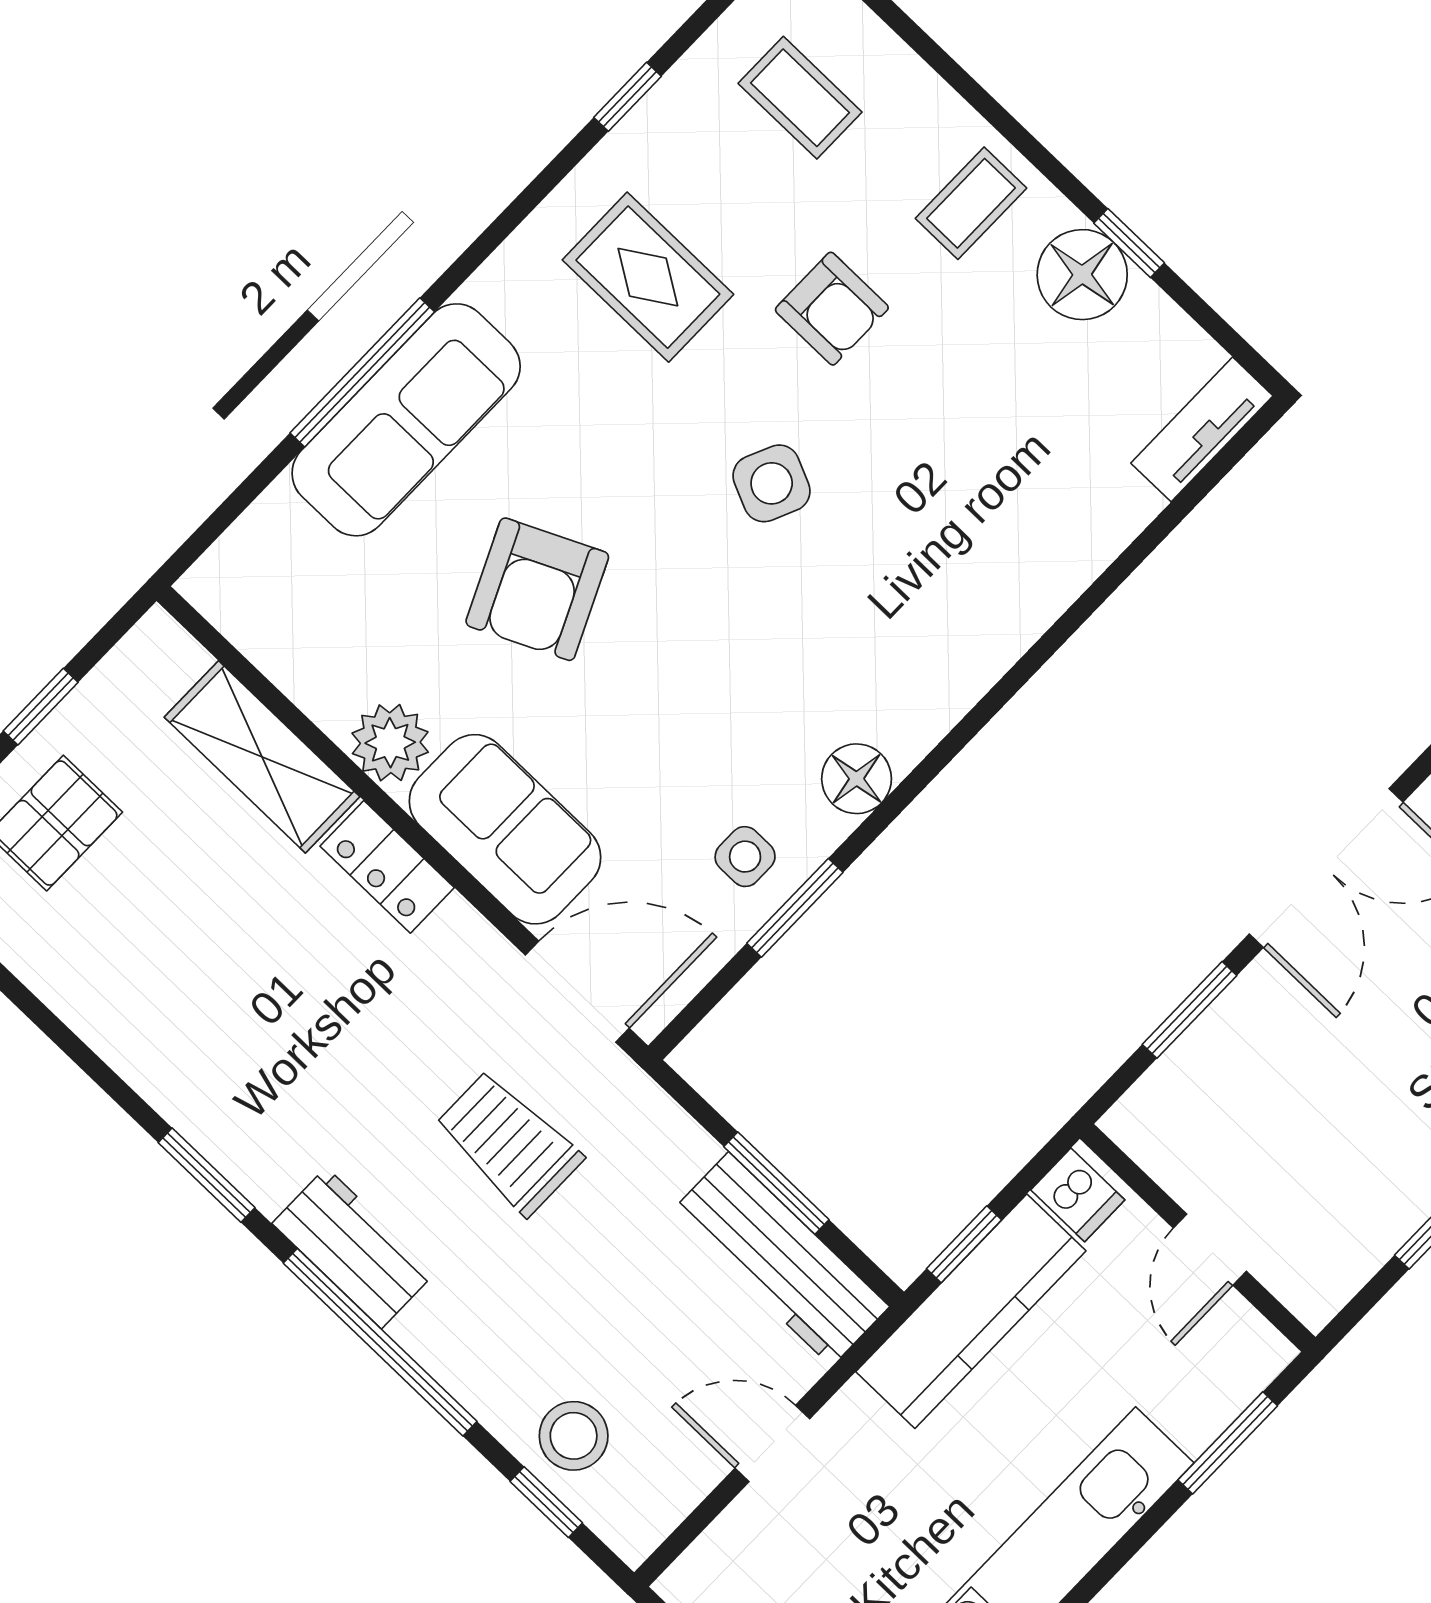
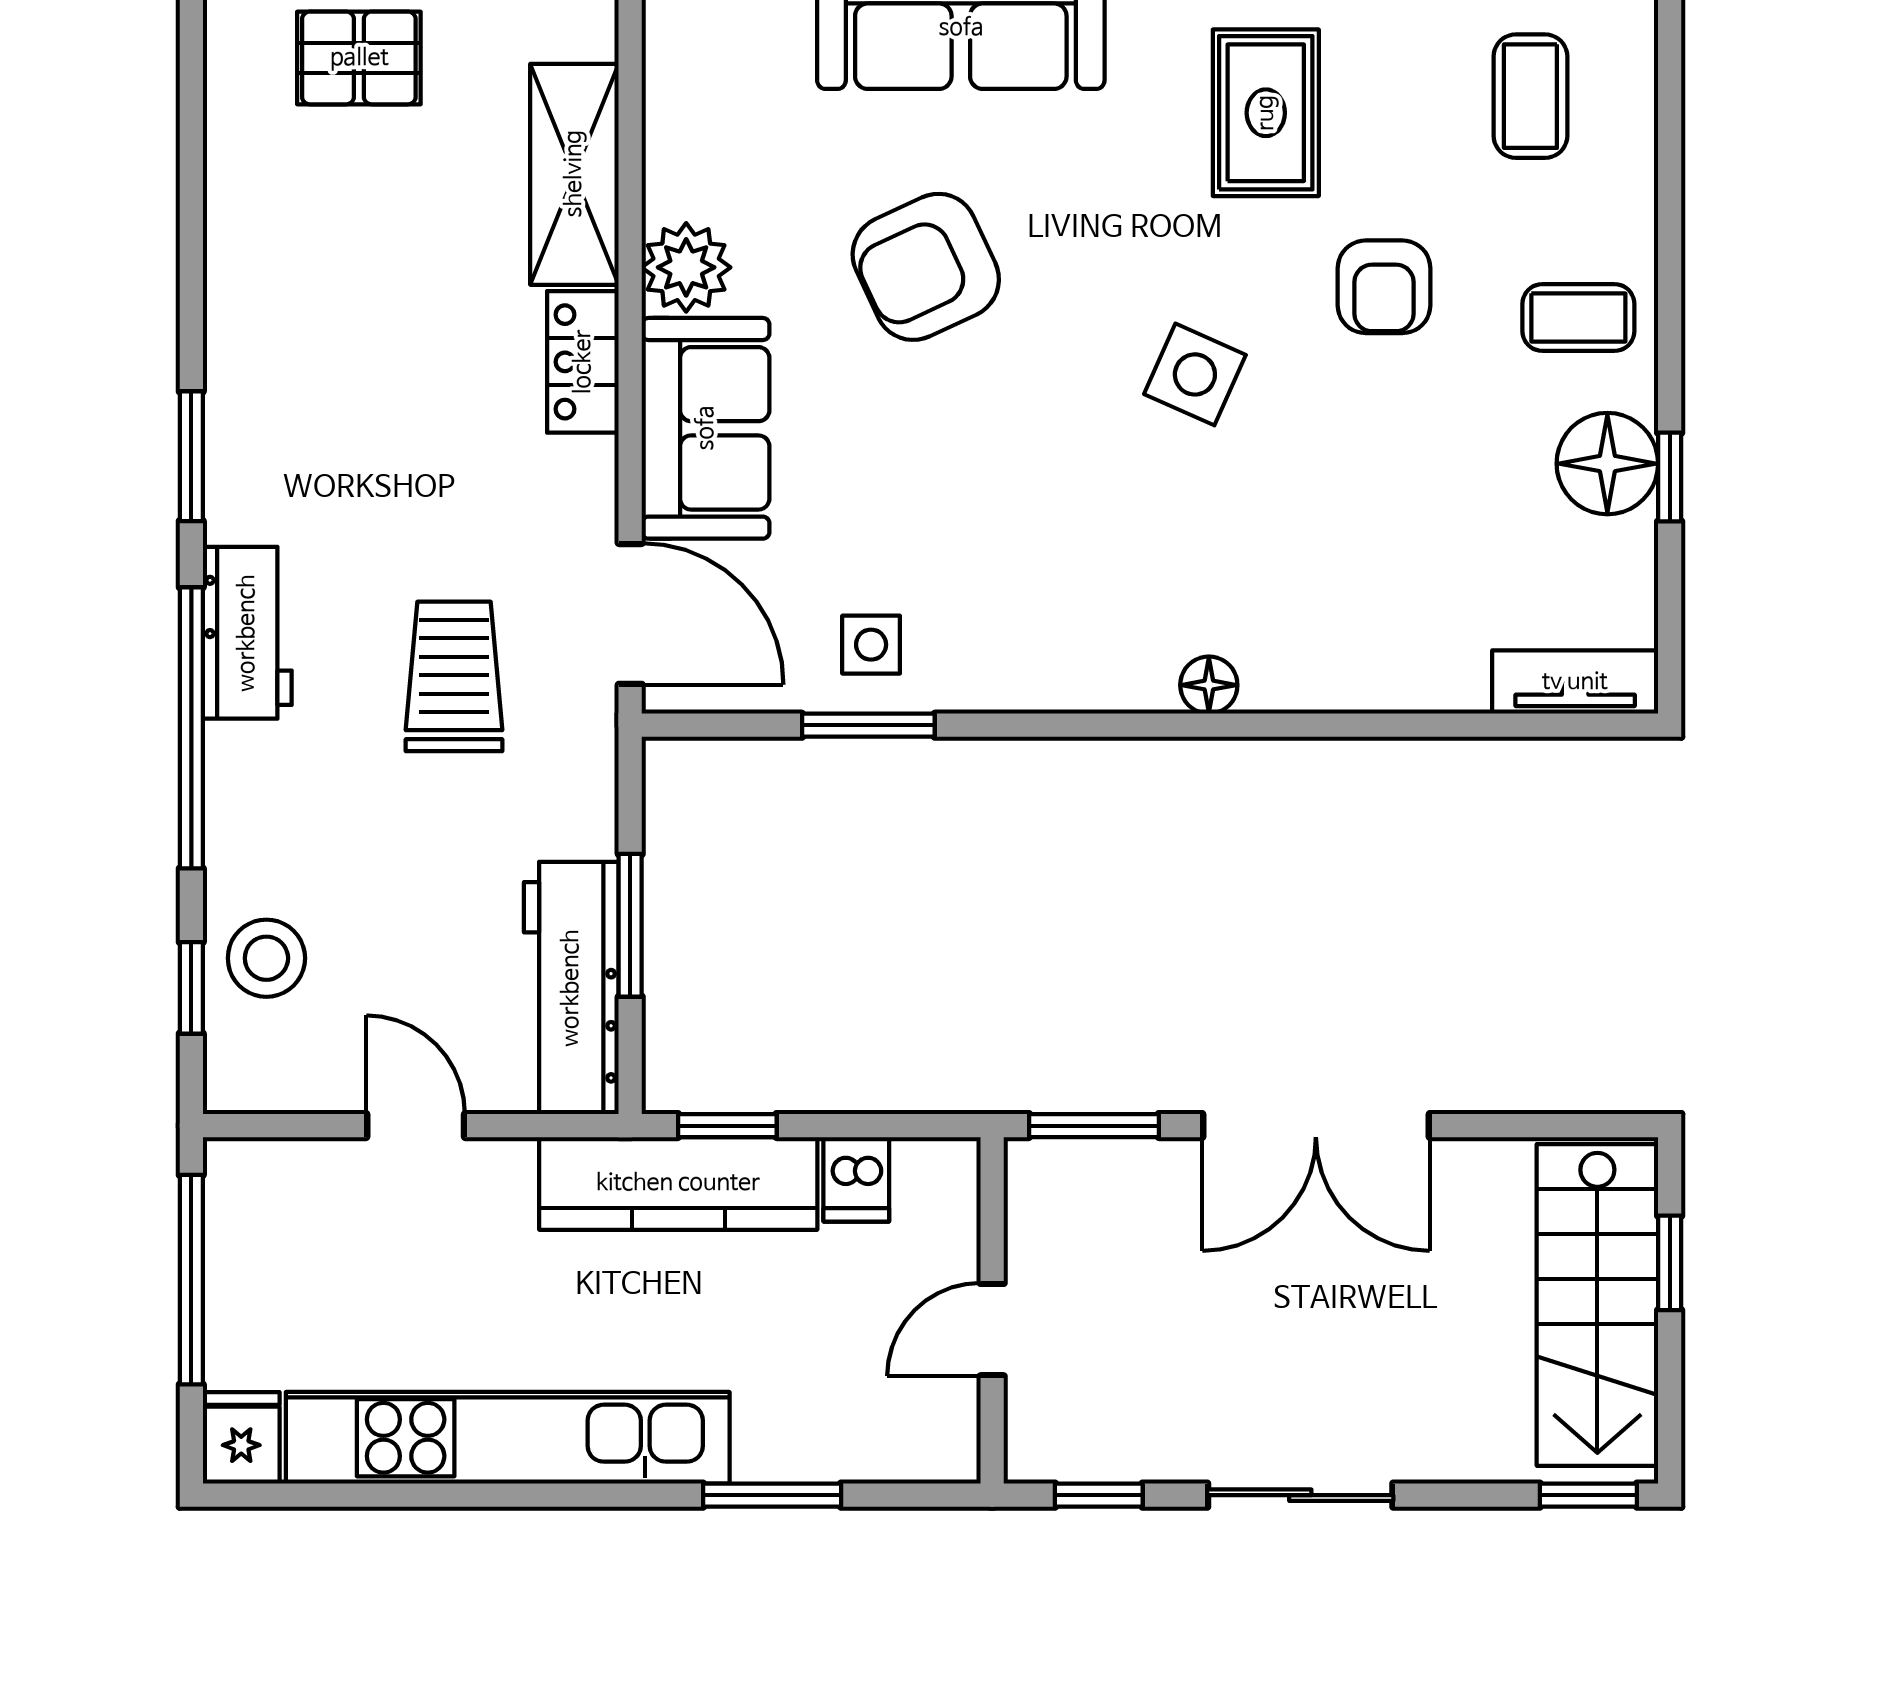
floor lamp: (857, 779) -> (1209, 685), moved, width x0.73, depth x0.73
wall: (1198, 1238) -> (992, 1310), moved
door: (1210, 1250) -> (992, 1330), moved

